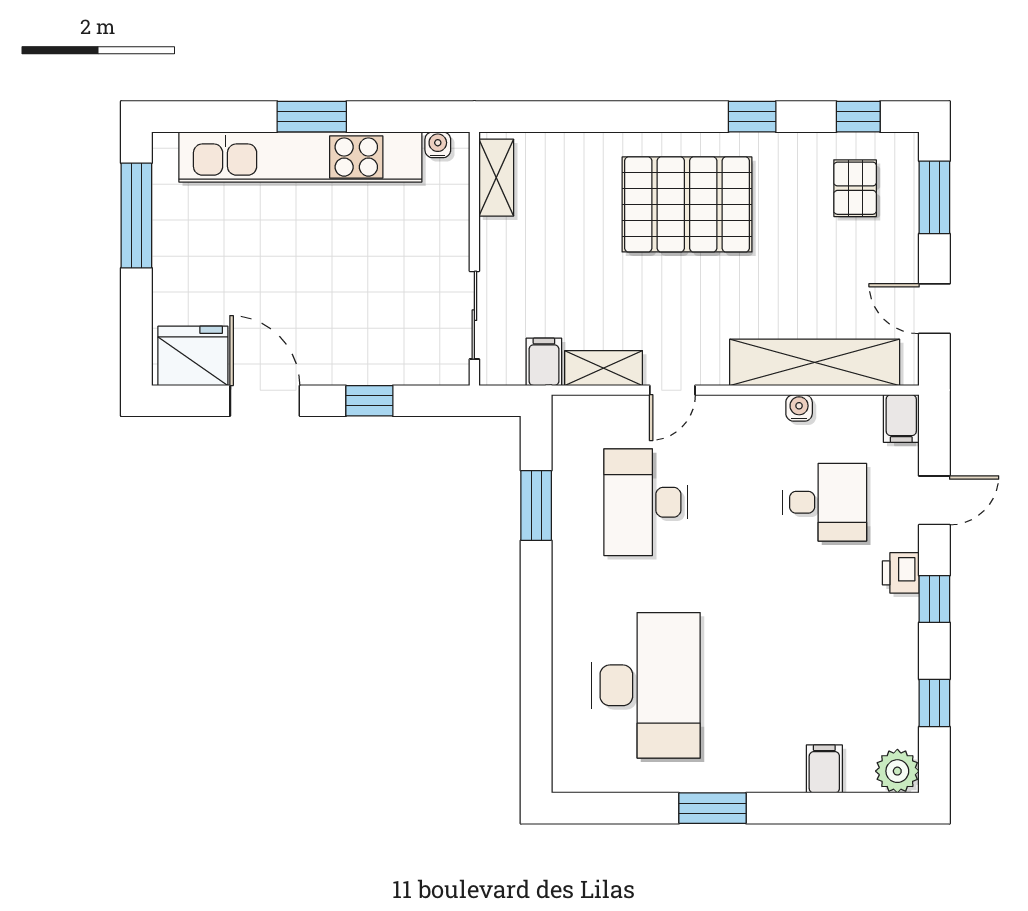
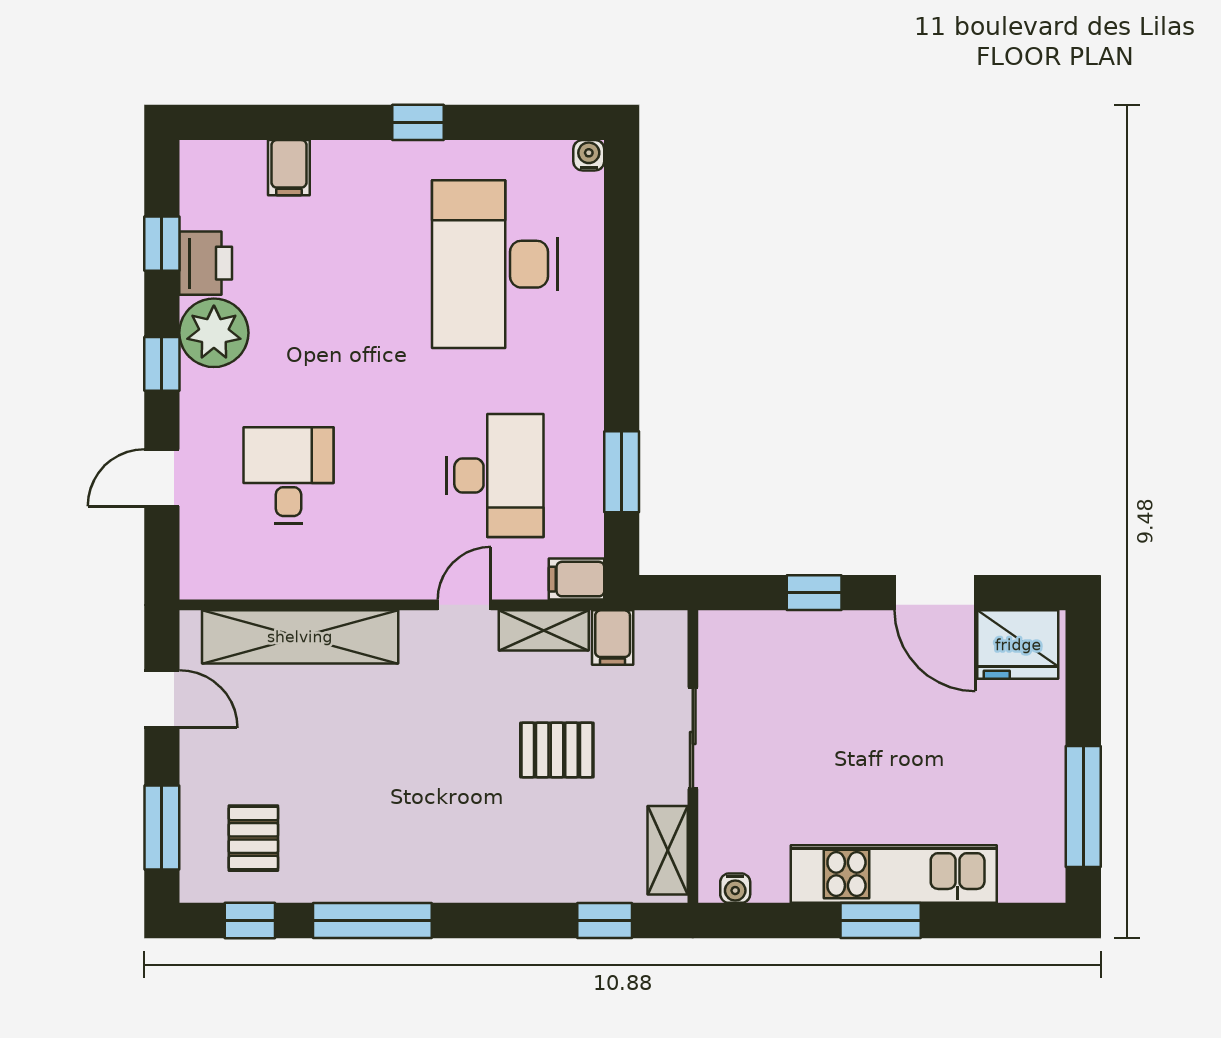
window: (551, 117) -> (605, 921), added
window: (752, 117) -> (372, 921), width x2.17
kitchen unit: (300, 157) -> (894, 874), width x0.73
pallet: (687, 204) -> (557, 750), moved, width x0.49, depth x0.50
sliding door: (474, 315) -> (693, 738), moved
water cooler: (799, 408) -> (589, 155), moved, turned 180
filing cabinet: (901, 419) -> (577, 579), moved, turned -90
desk: (825, 502) -> (288, 475), turned 90
printer: (901, 573) -> (206, 263), moved, width x1.36, depth x1.24
plant: (897, 771) -> (214, 333), moved, width x1.36, depth x1.36
window: (712, 808) -> (418, 122), width x0.67

